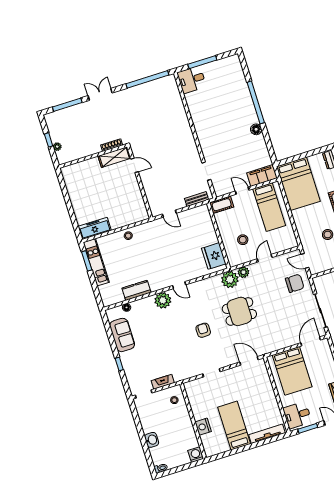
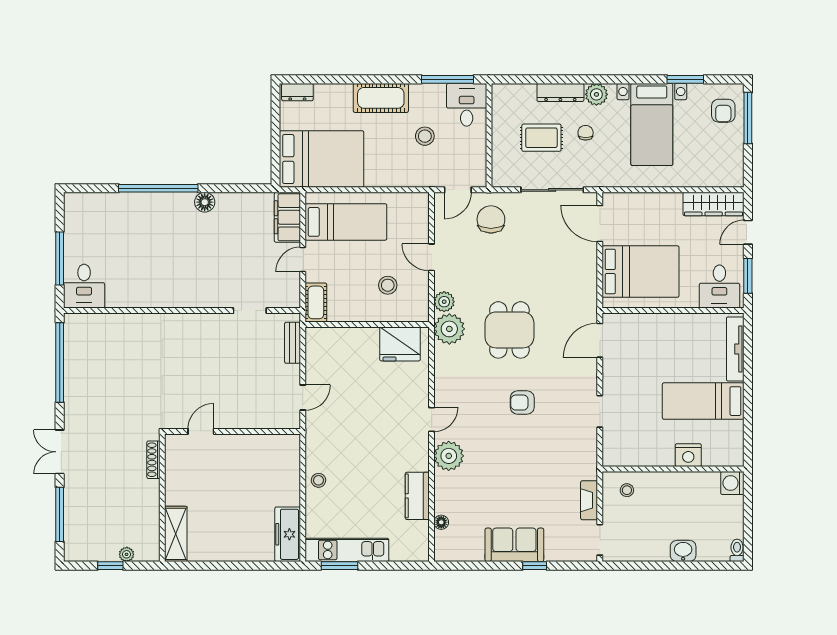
shelving: (114, 157) -> (176, 534), moved
sofa: (122, 335) -> (514, 545), moved

